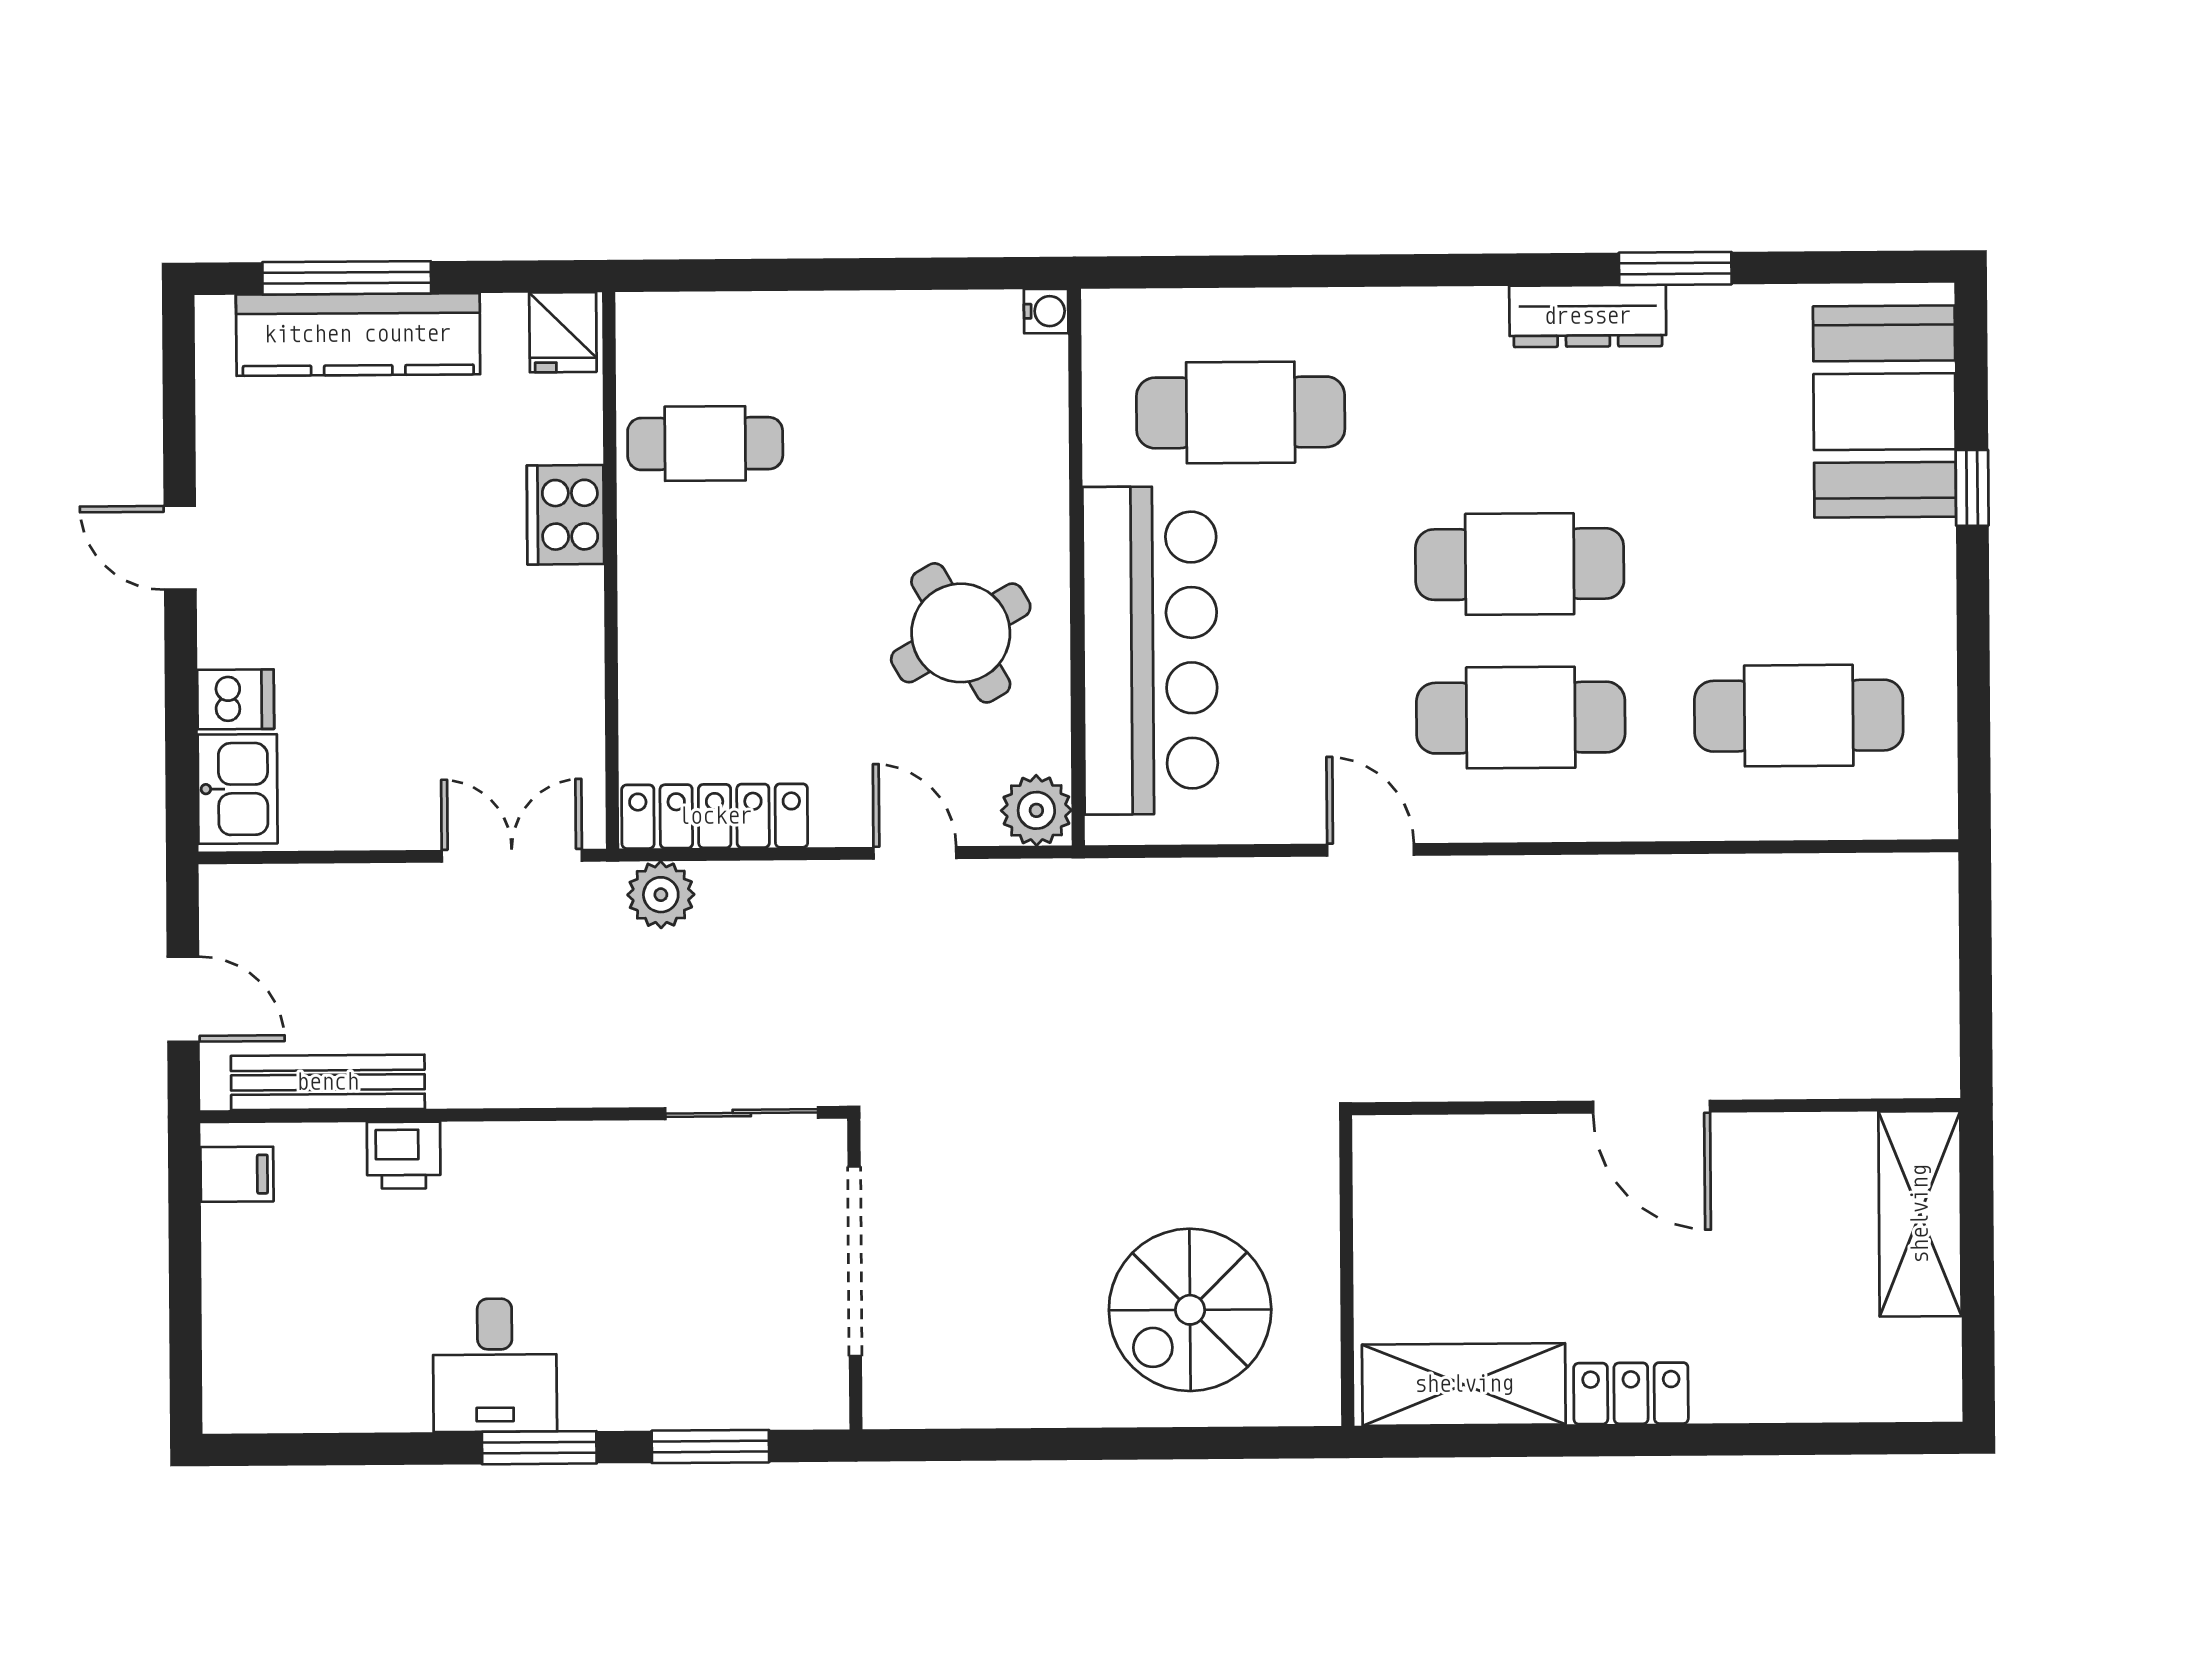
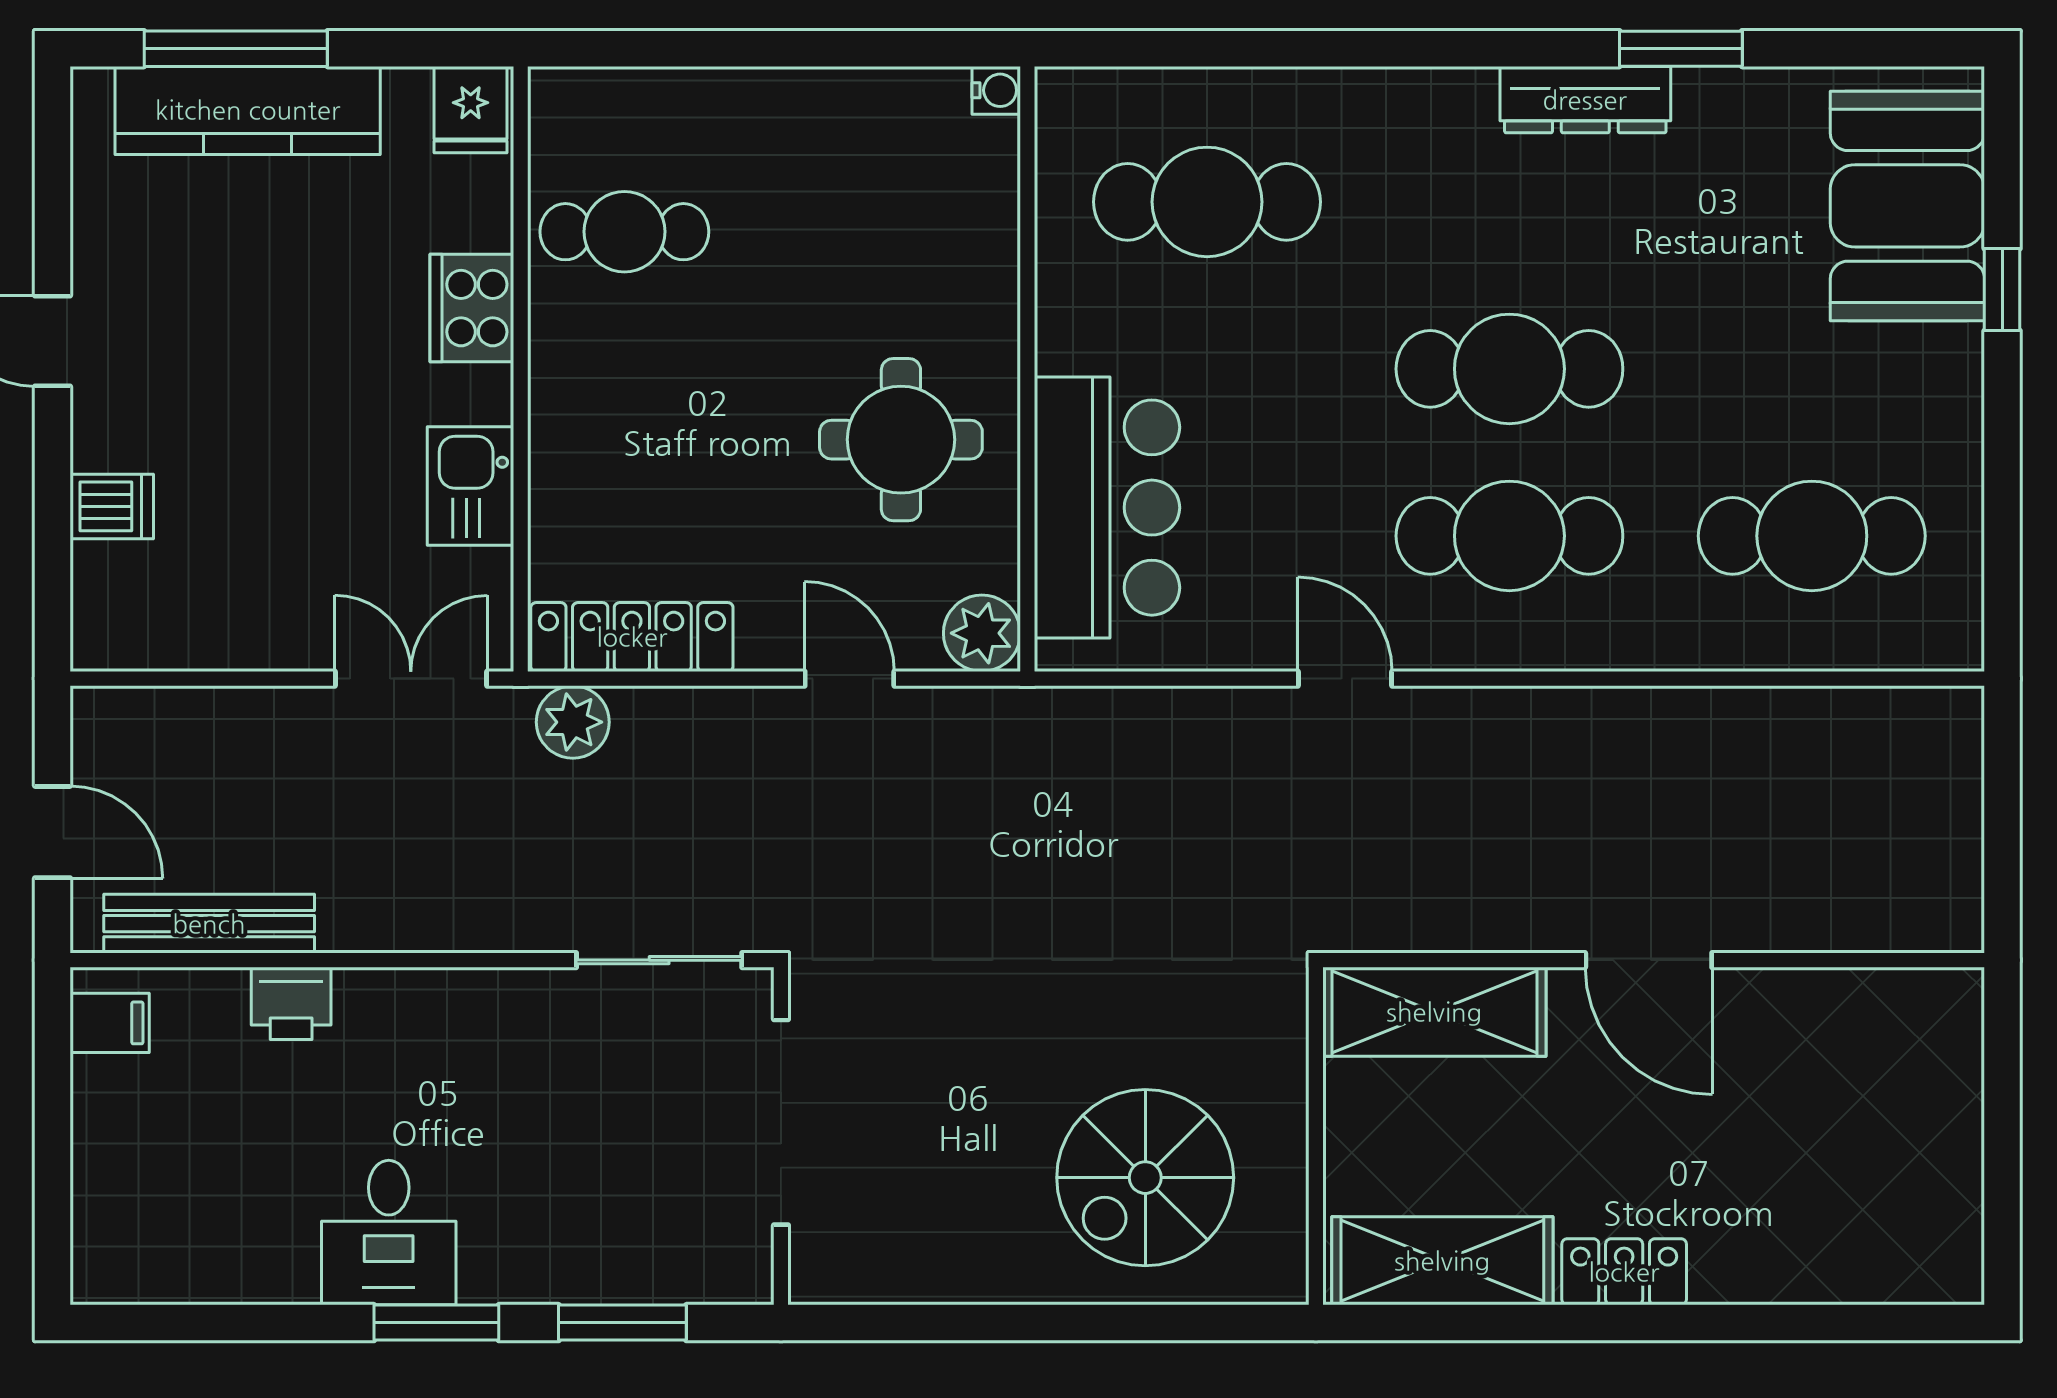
round table: (961, 633) -> (901, 440), turned 30
bar counter: (1150, 650) -> (1107, 508), width x0.73
kitchen sink: (238, 789) -> (470, 486), moved, turned 180
shelving: (1920, 1214) -> (1434, 1012), moved, turned 90

